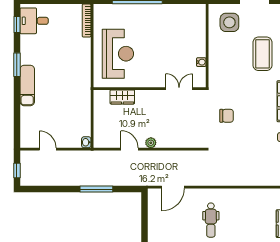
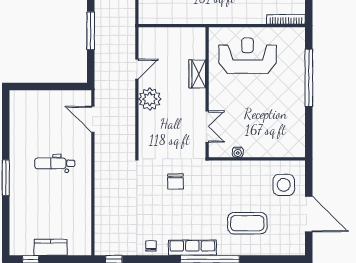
reception desk: (118, 54) -> (248, 56), turned 180
wardrobe: (122, 97) -> (197, 74), moved
washbasin: (86, 142) -> (145, 19), removed
plant: (151, 143) -> (150, 99), width x1.87, depth x1.87

